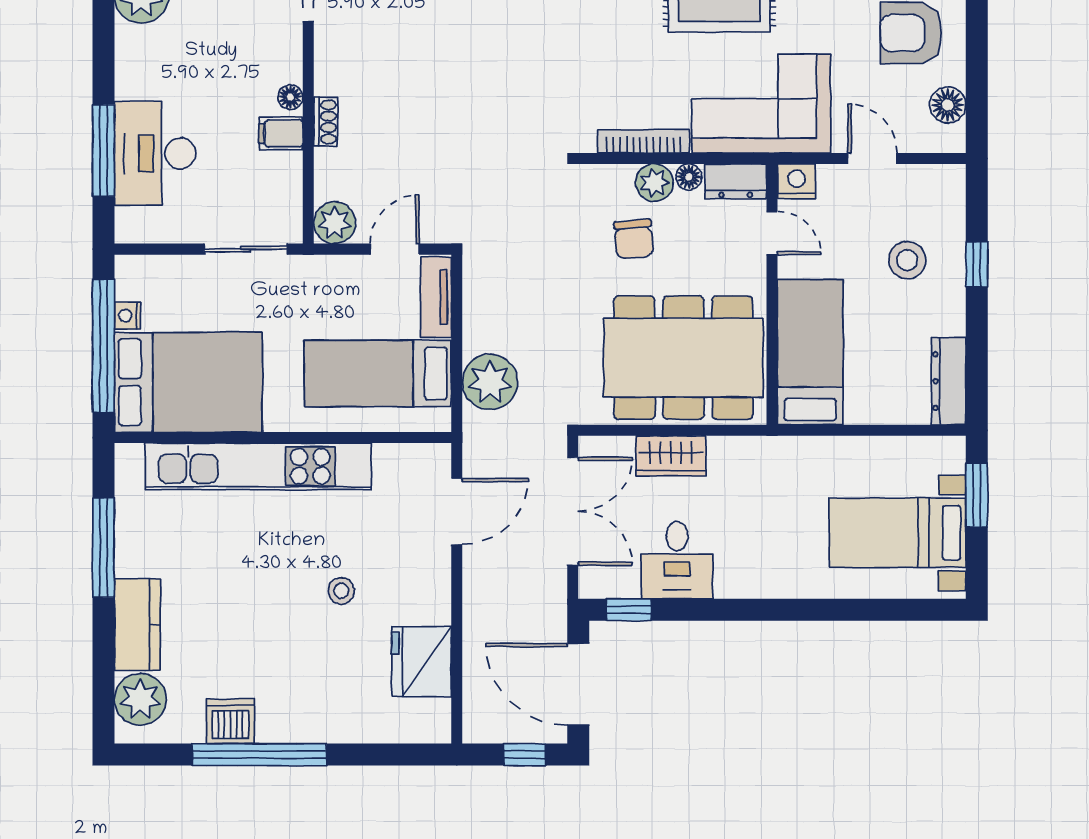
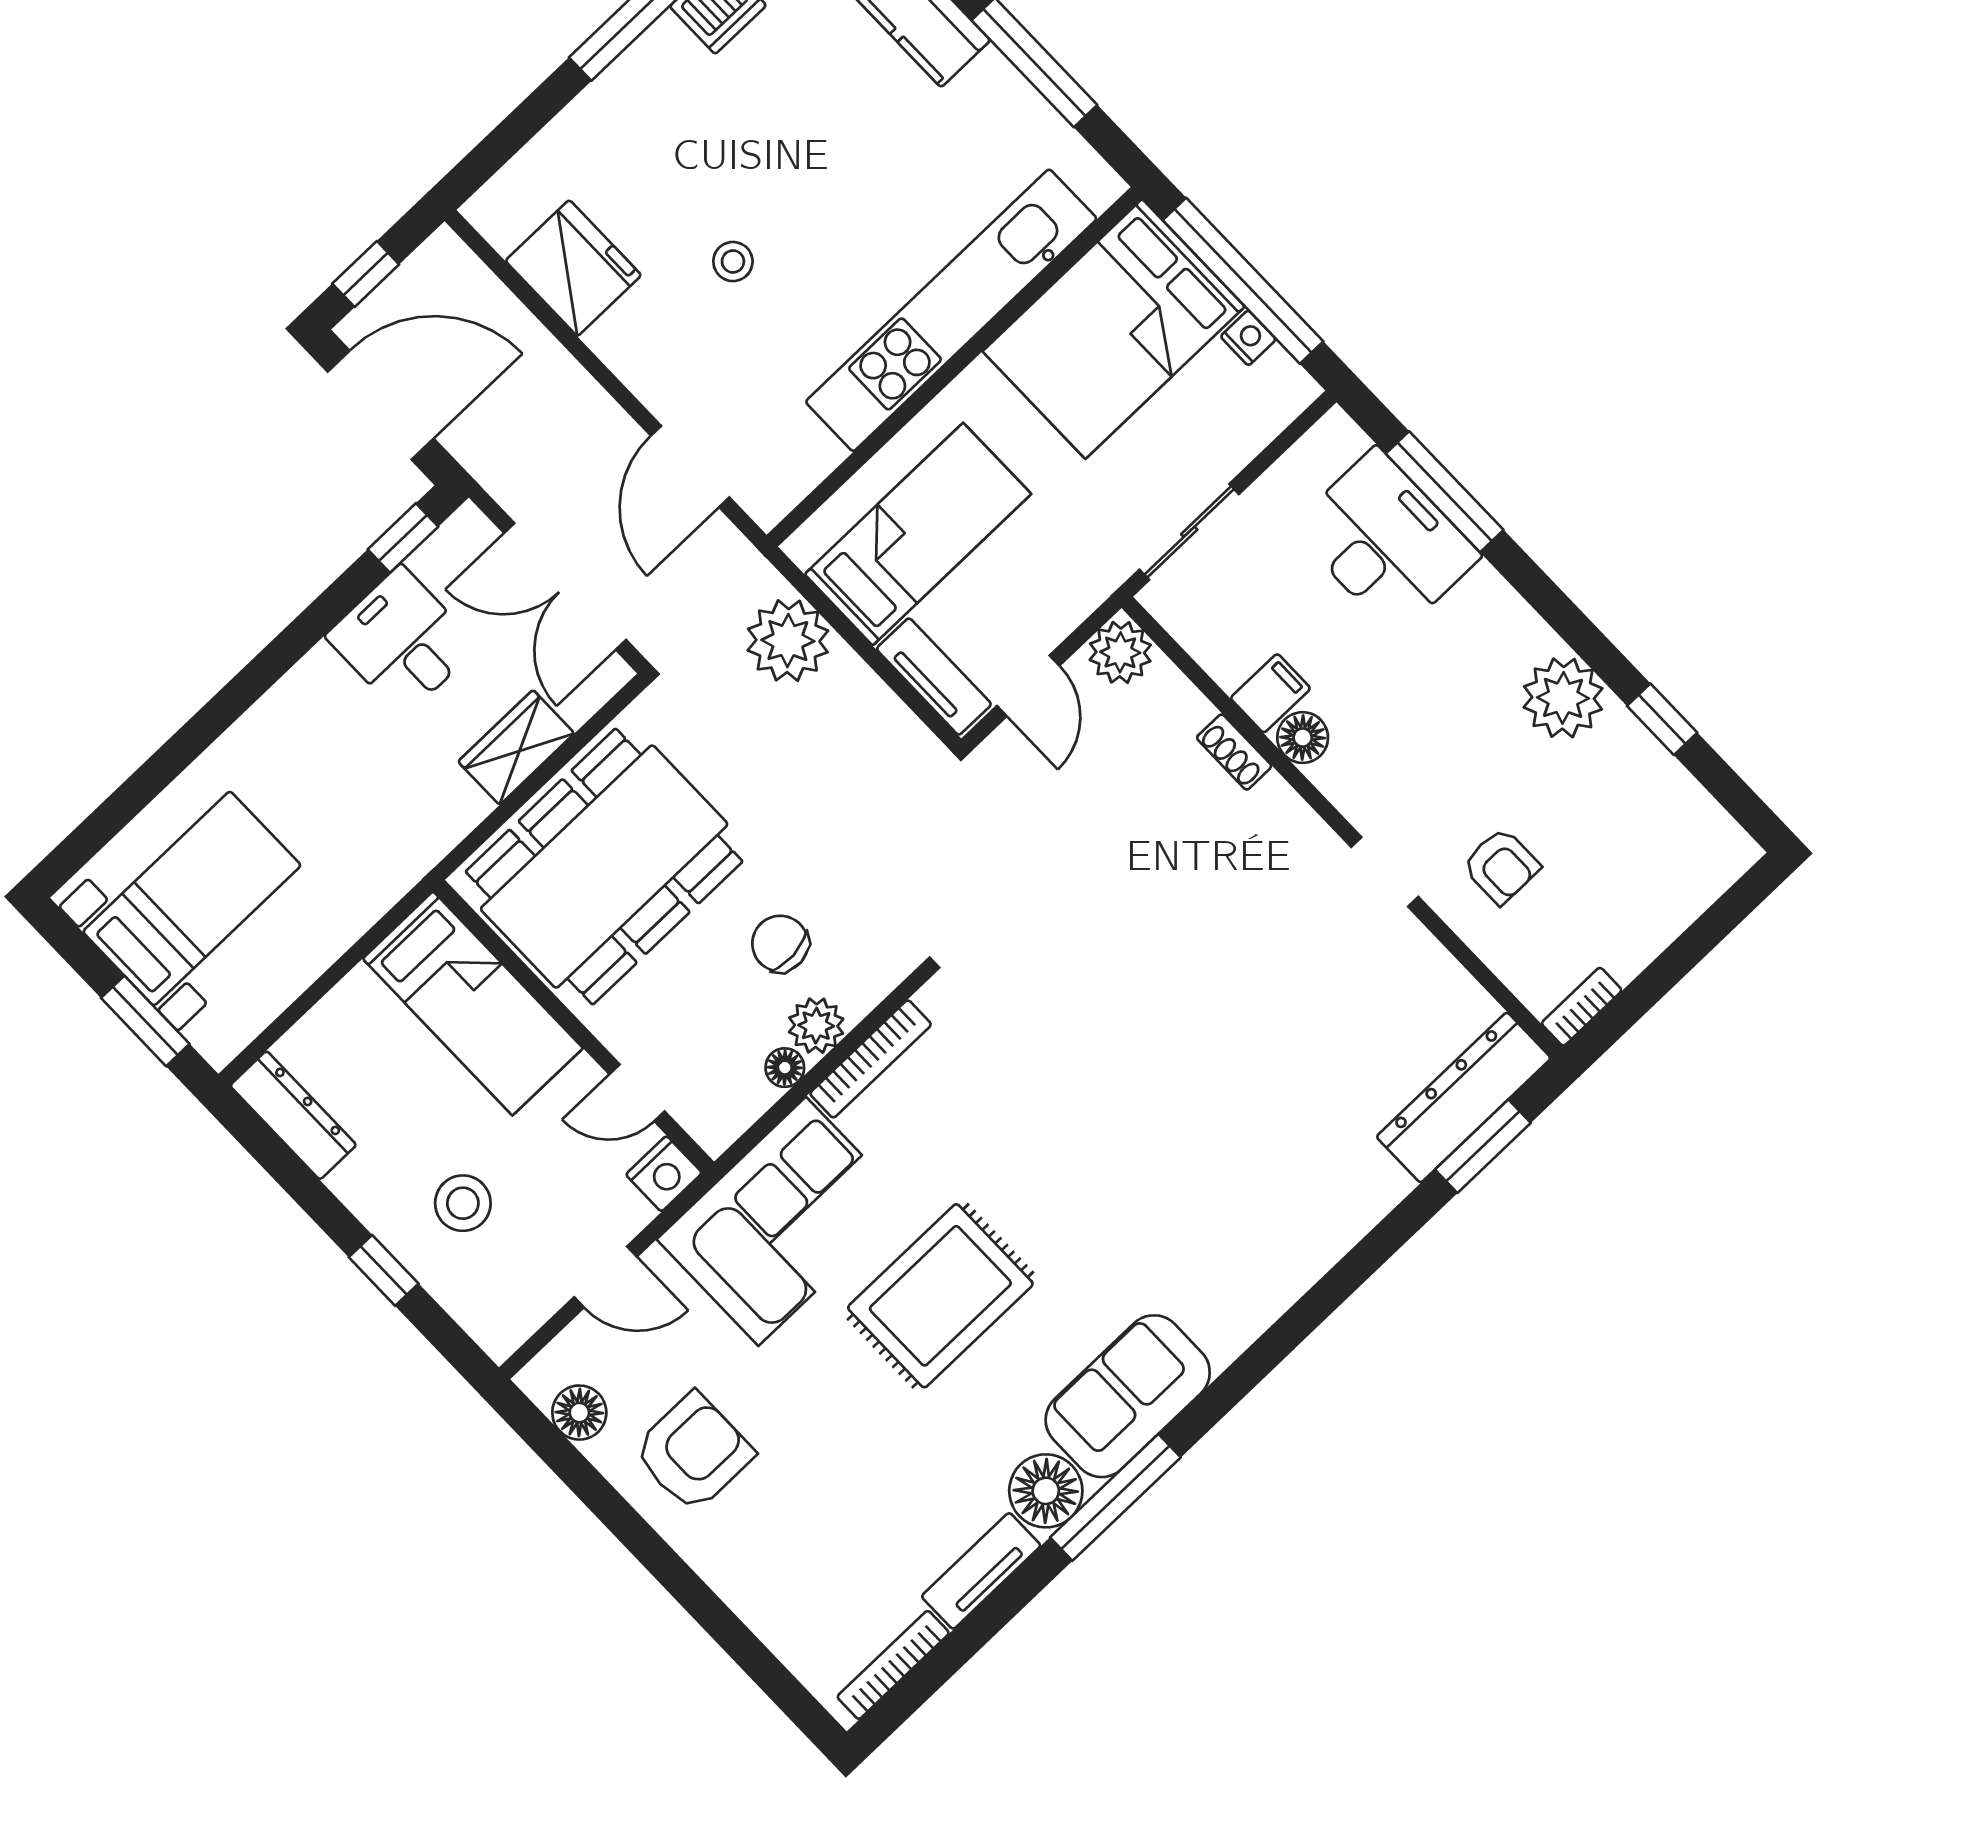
floor lamp: (290, 97) -> (1303, 738), width x1.37, depth x1.37
dresser: (736, 181) -> (730, 1111), removed

